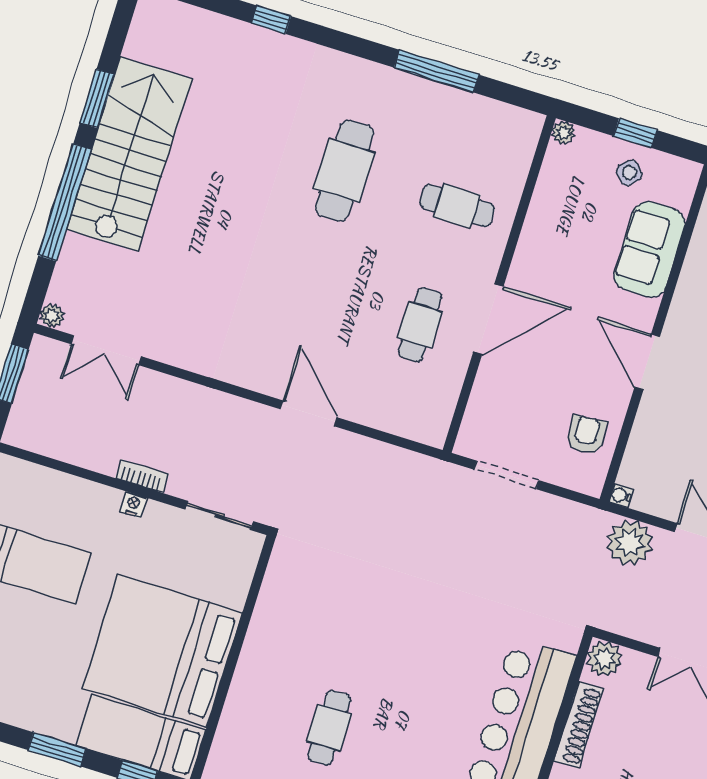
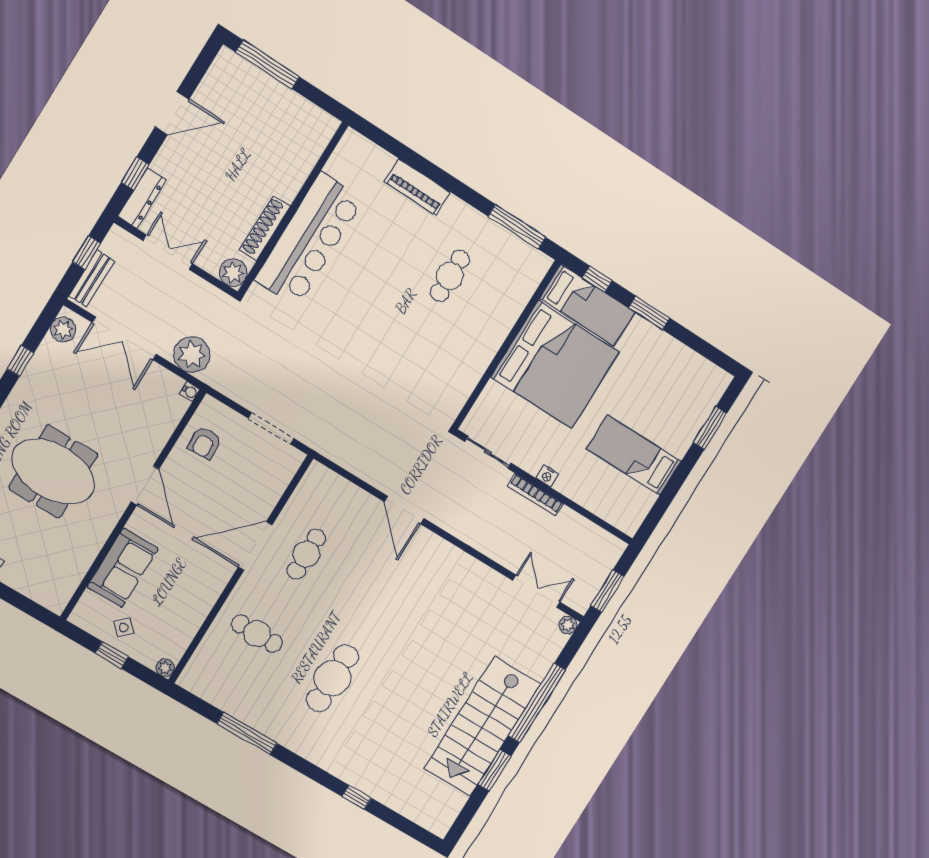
bookcase: (142, 476) -> (535, 495), width x1.56

